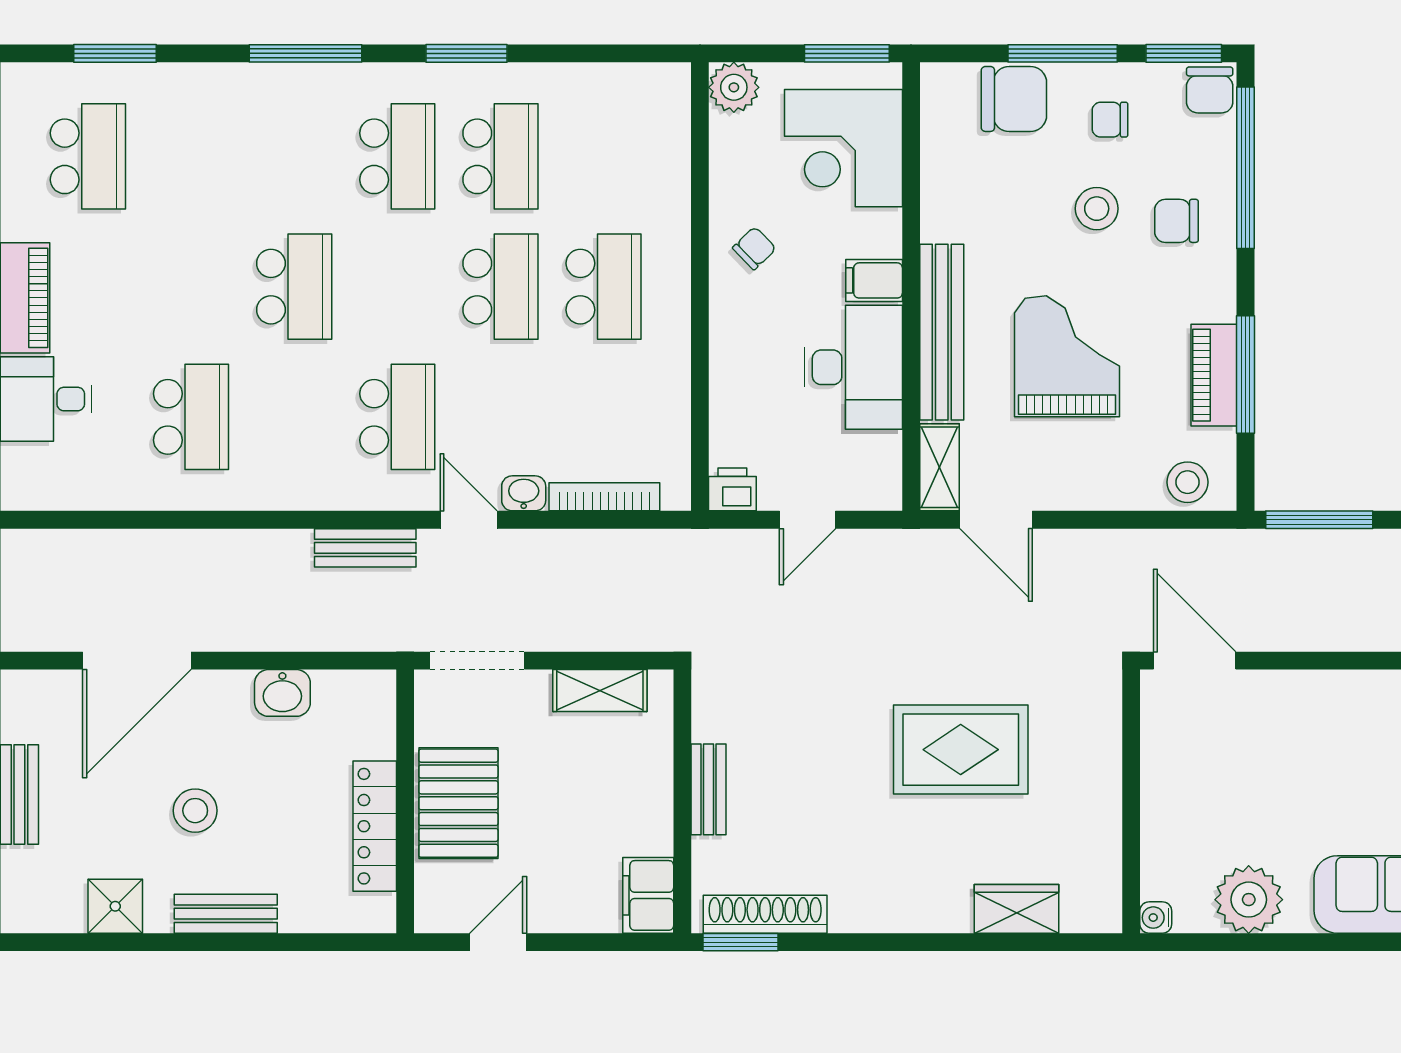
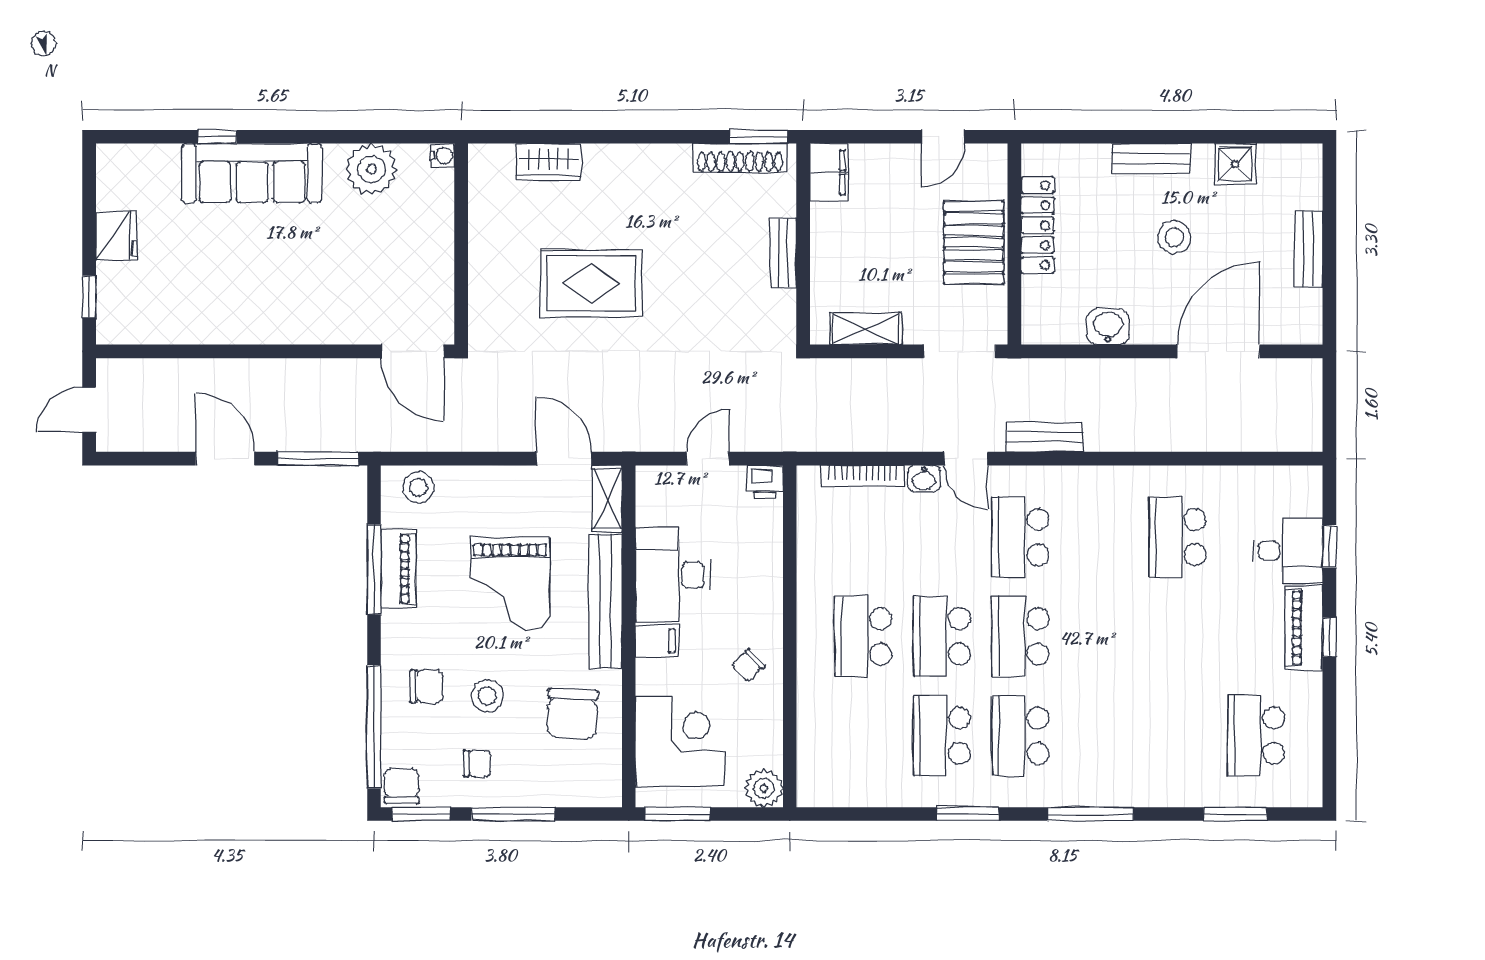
chair: (1014, 99) -> (572, 714), moved, turned -87
school desk: (294, 287) -> (1020, 636), moved

